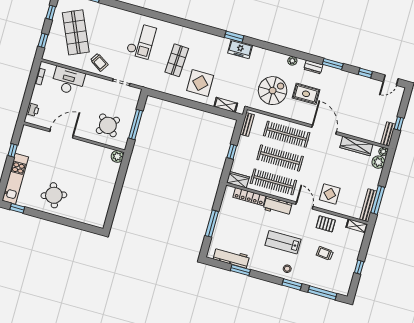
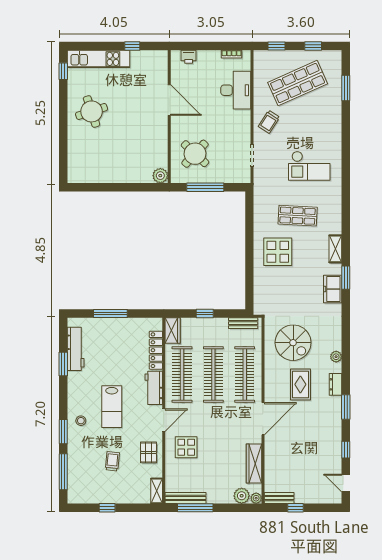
shelving: (226, 105) -> (335, 249), moved
lab bench: (283, 242) -> (112, 407), turned 180

